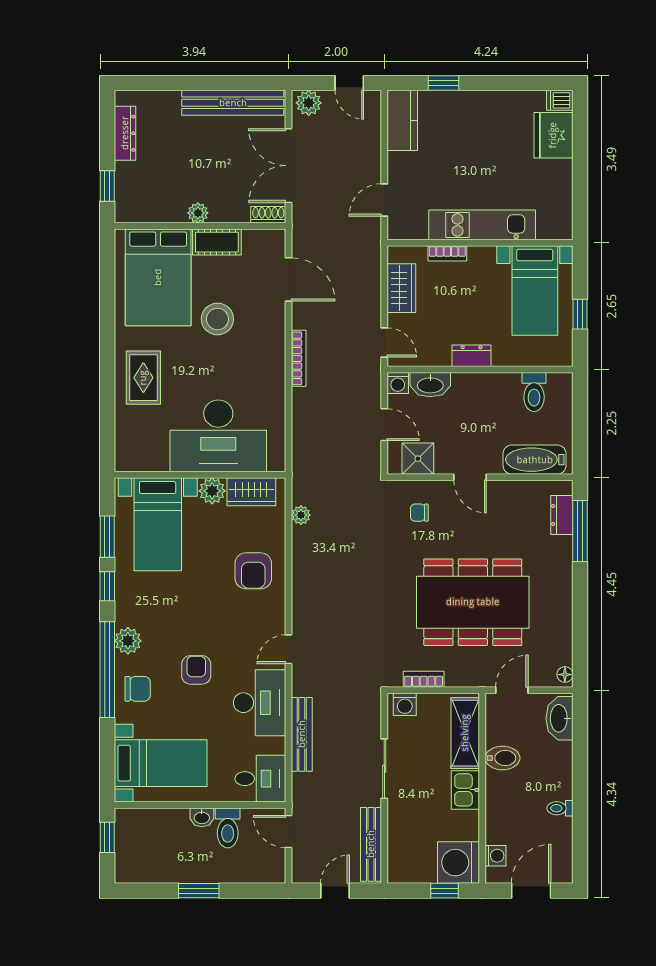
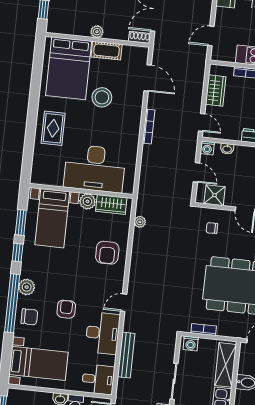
washbasin: (430, 385) -> (227, 149), width x0.52, depth x0.69

